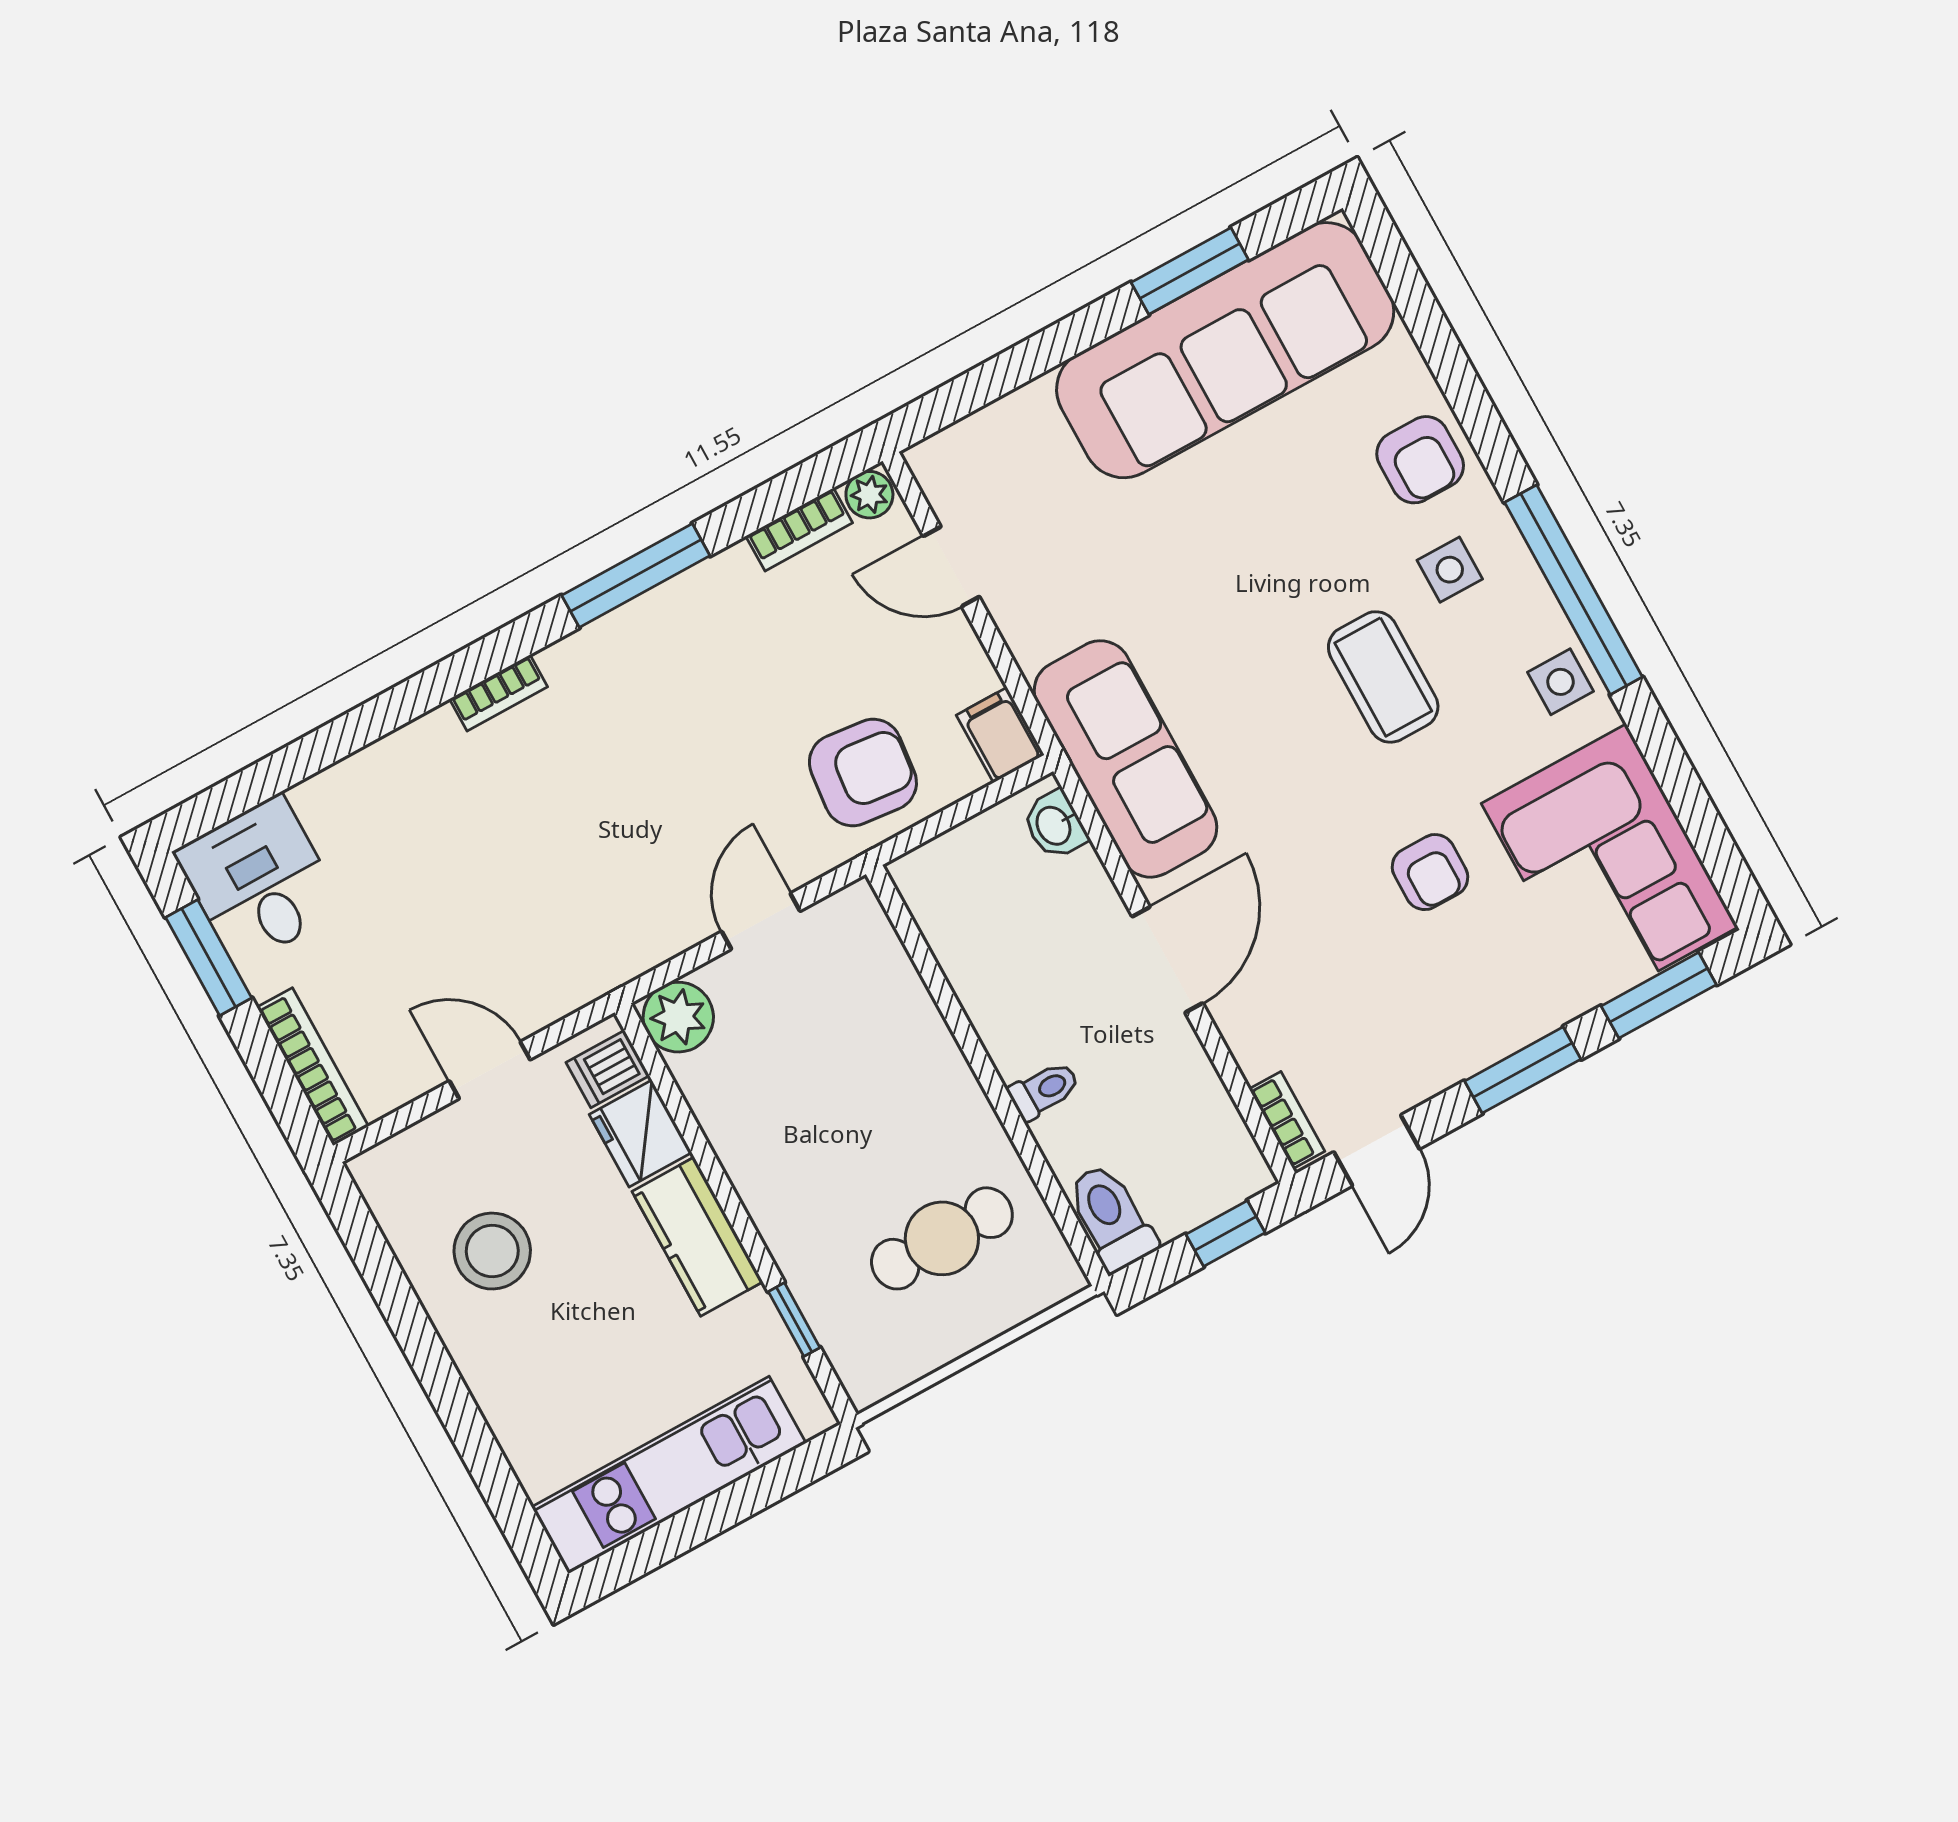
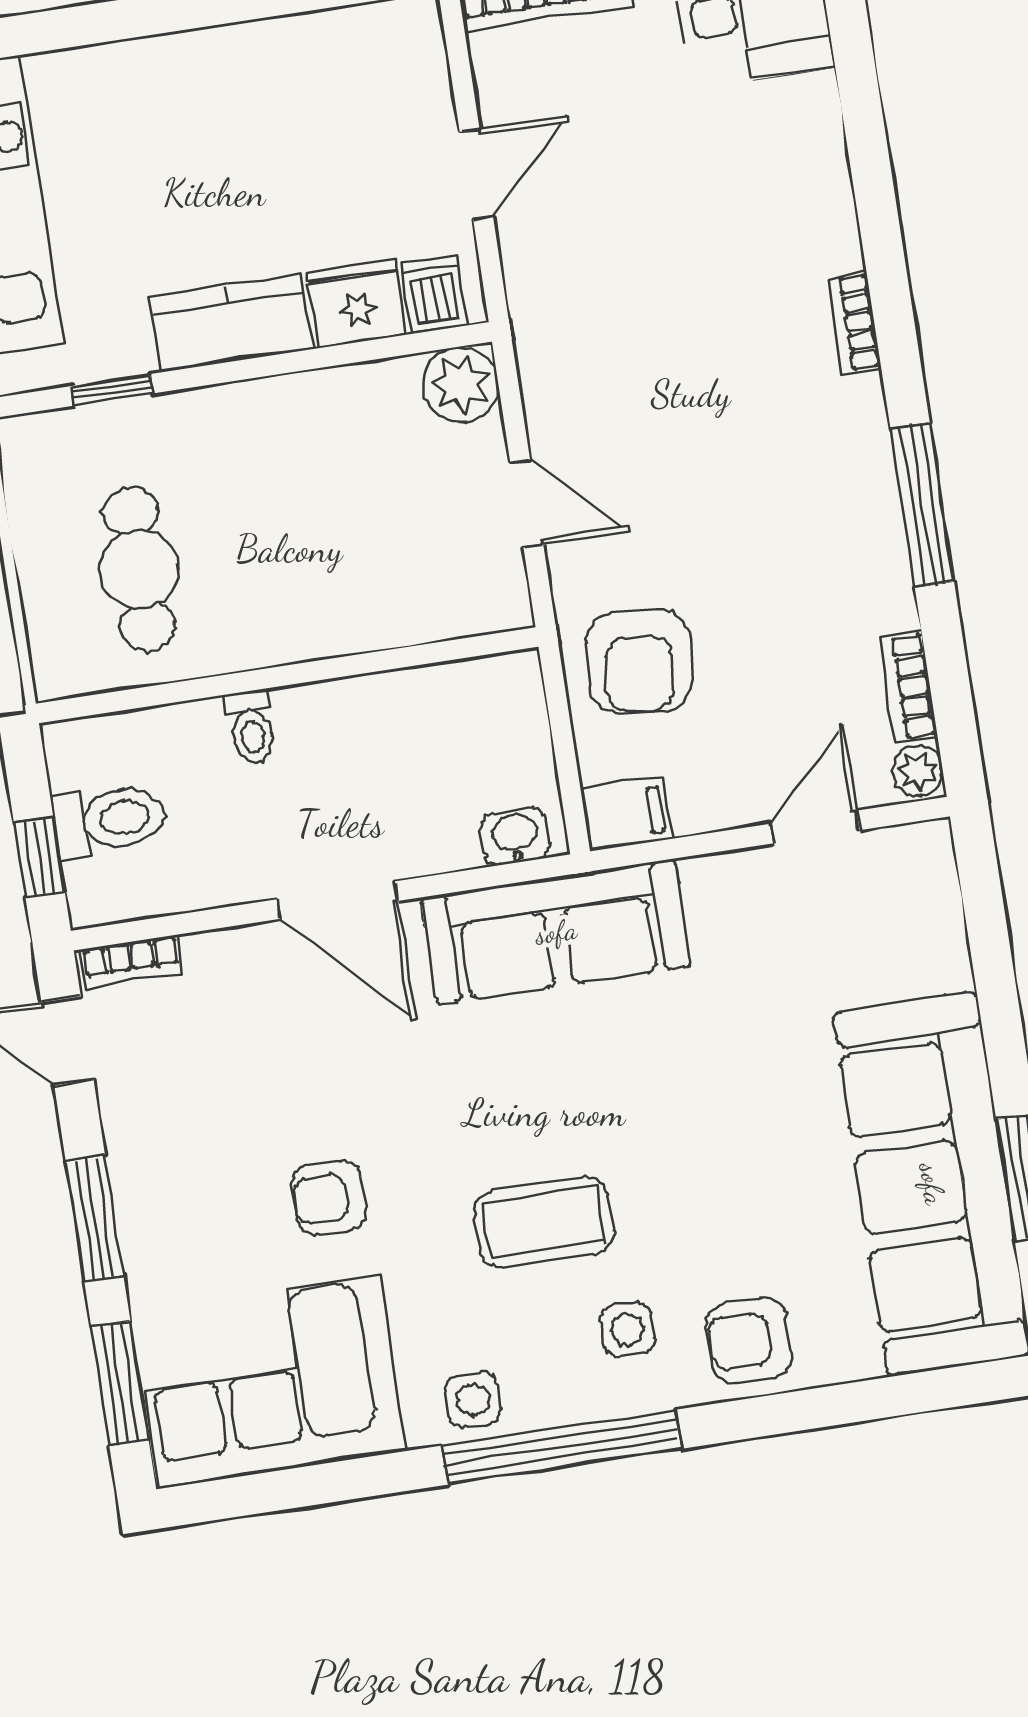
toilet: (1111, 1217) -> (109, 820), moved
stool: (492, 1251) -> (293, 110), removed

